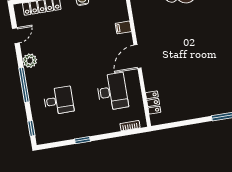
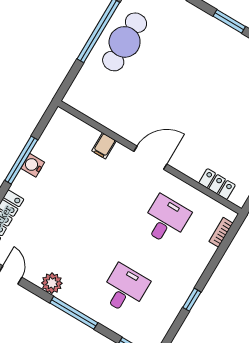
door: (138, 57) -> (150, 158), swing flipped
desk: (112, 92) -> (166, 220), width x0.73

